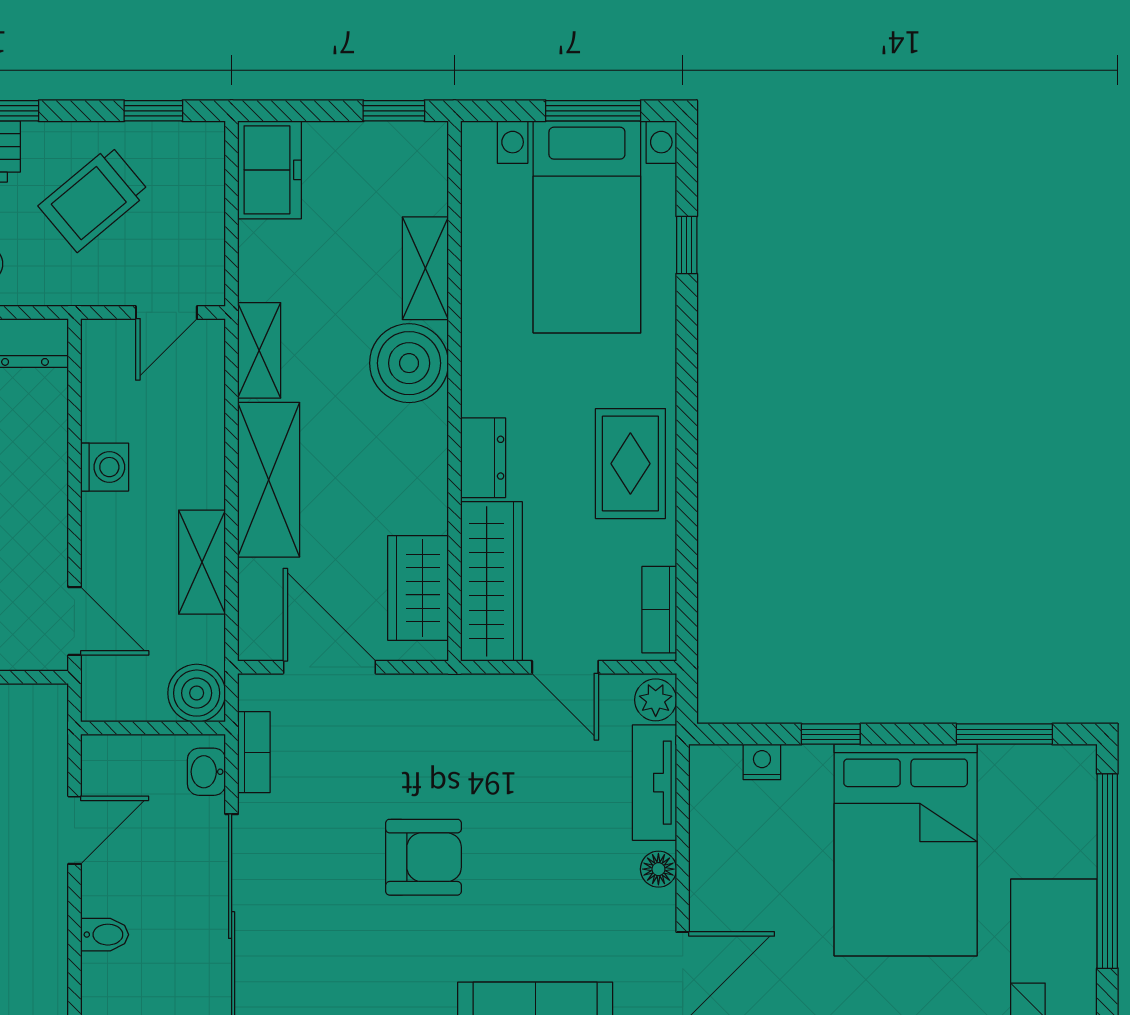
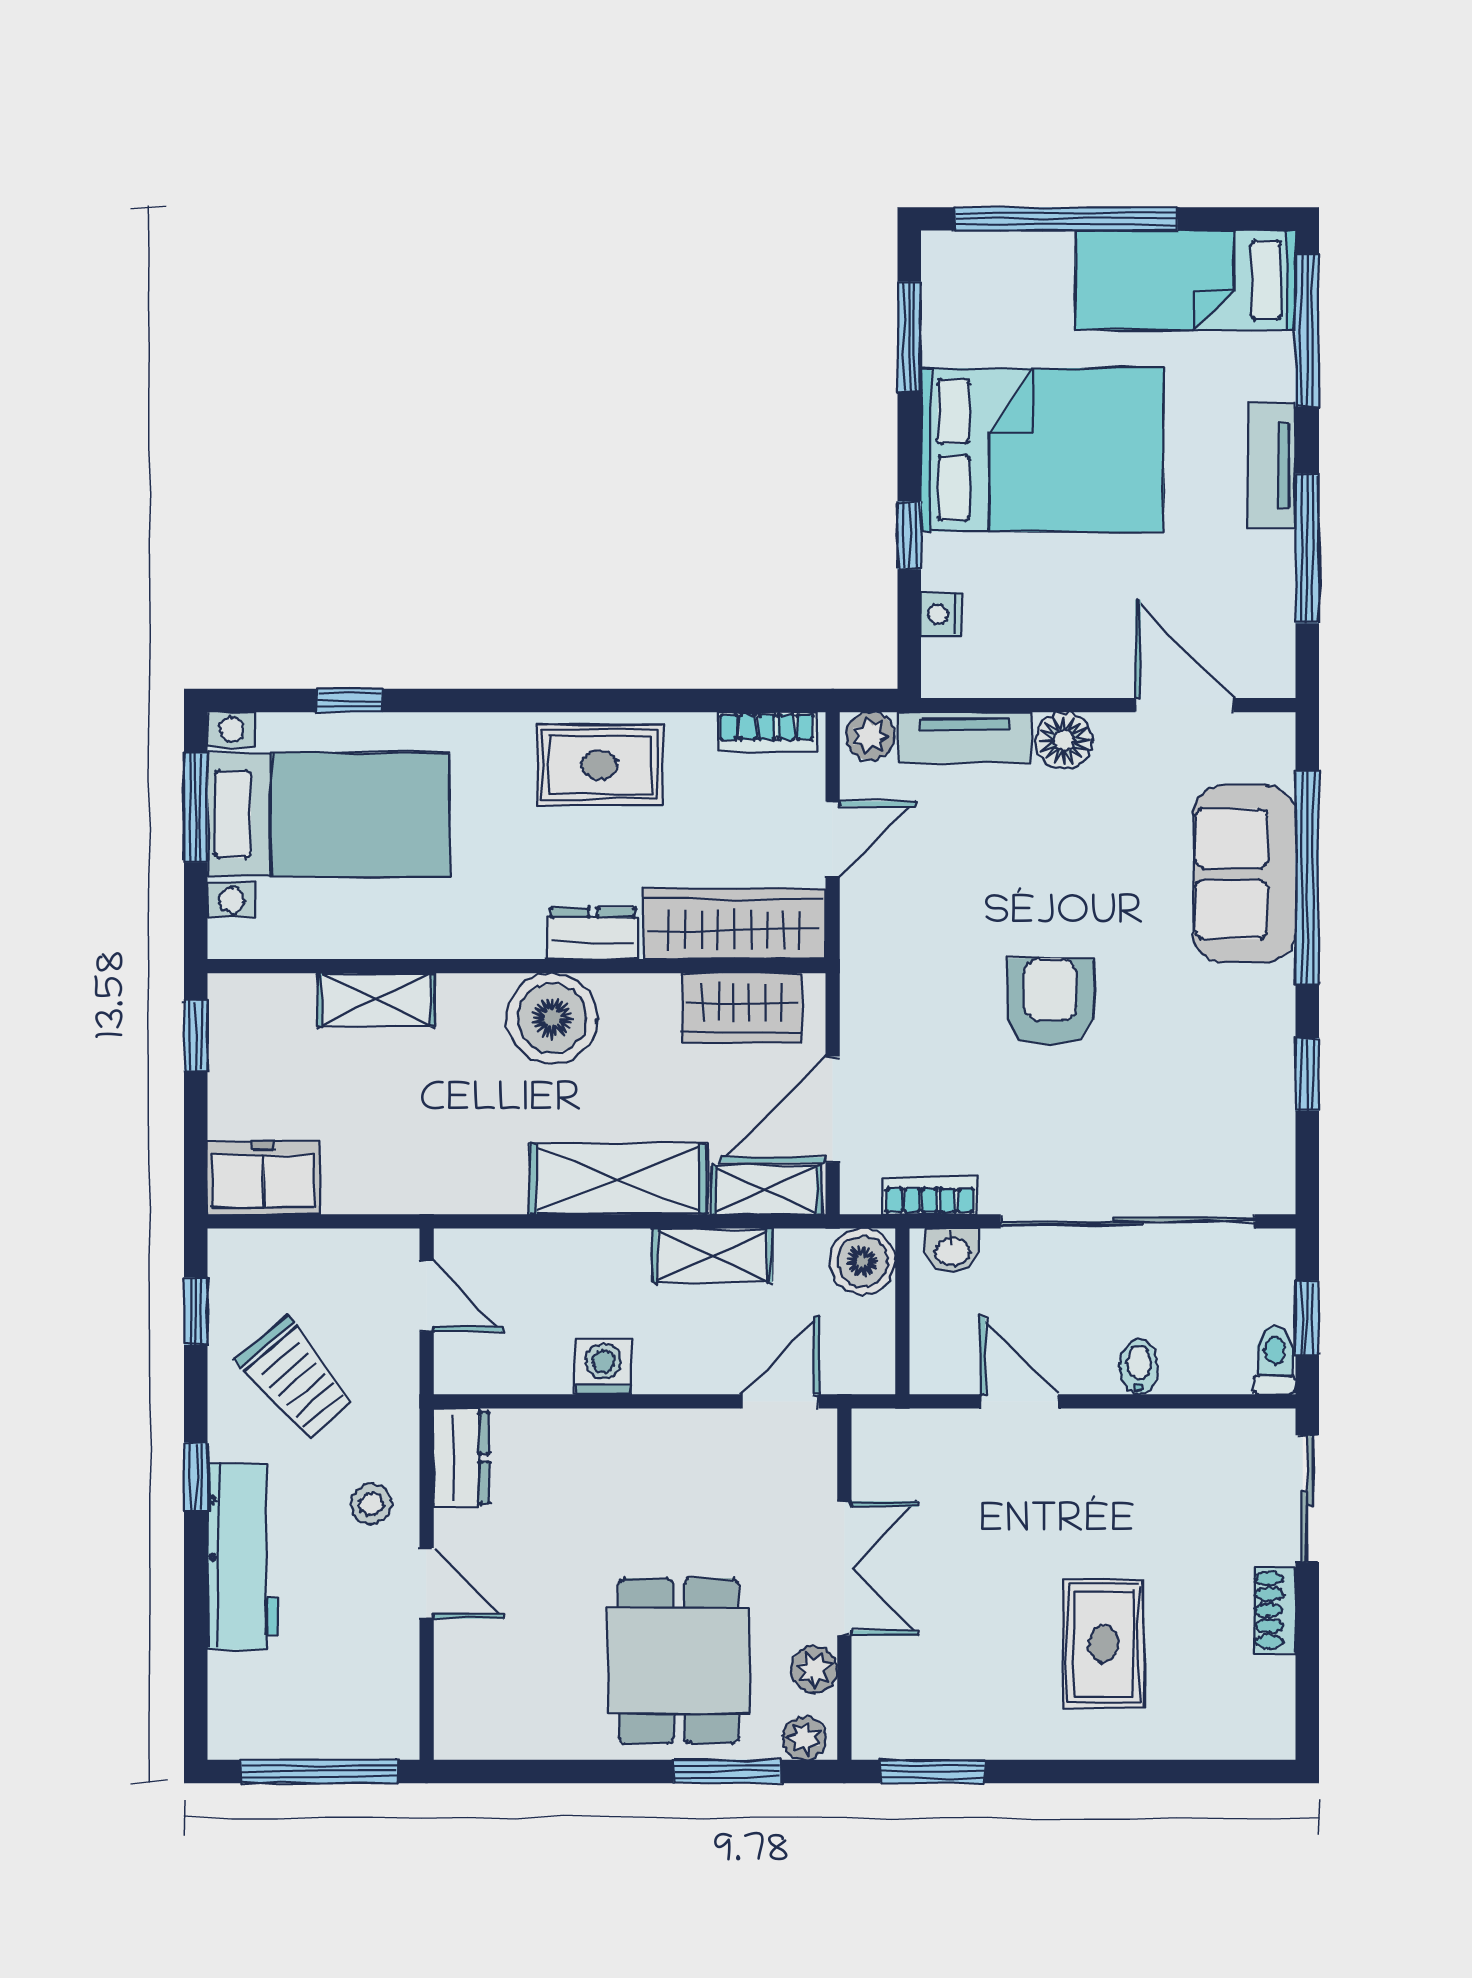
shelving: (259, 350) -> (766, 1190), moved
boiler: (409, 363) -> (552, 1018), moved
floor lamp: (658, 869) -> (1064, 740), width x1.37, depth x1.37

